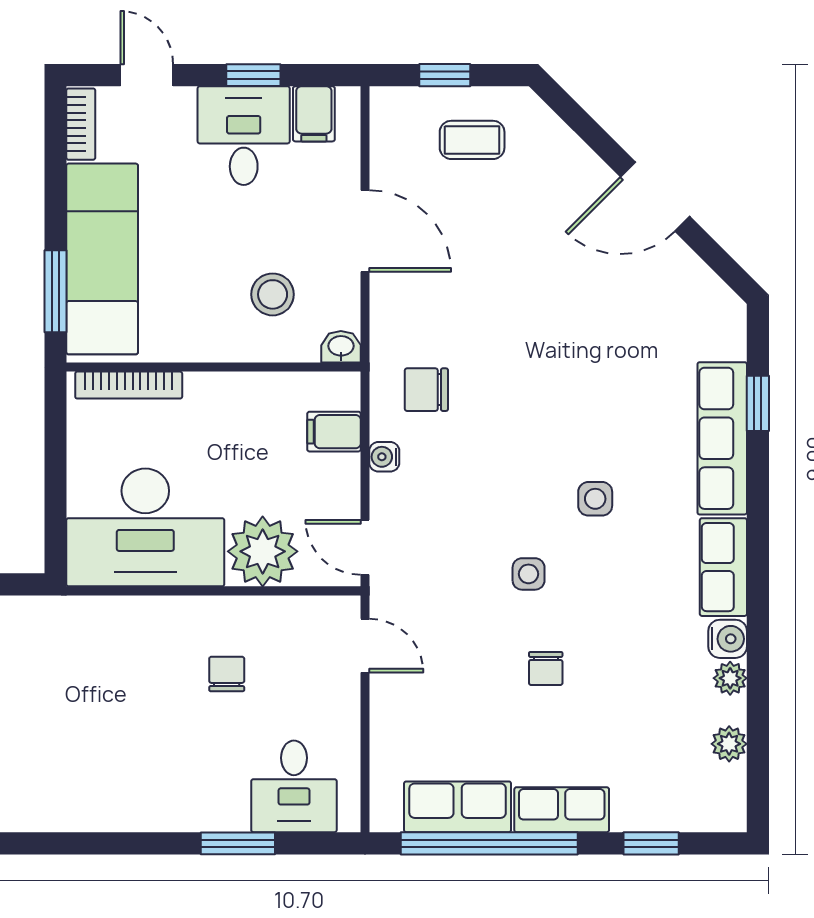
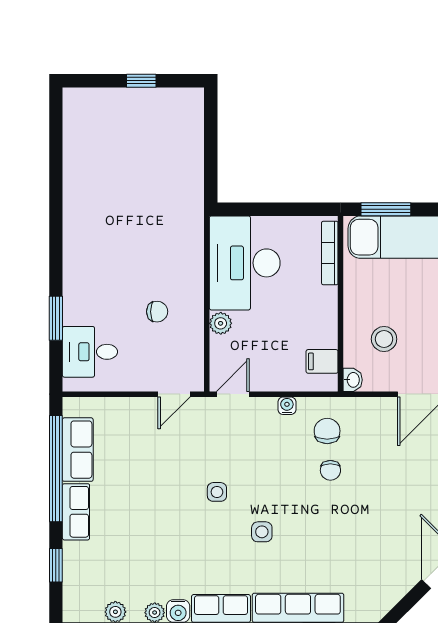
filing cabinet: (334, 432) -> (322, 361), moved, turned -90
plant: (263, 551) -> (221, 323), width x0.53, depth x0.53
chair: (546, 668) -> (330, 470), moved, turned -90

